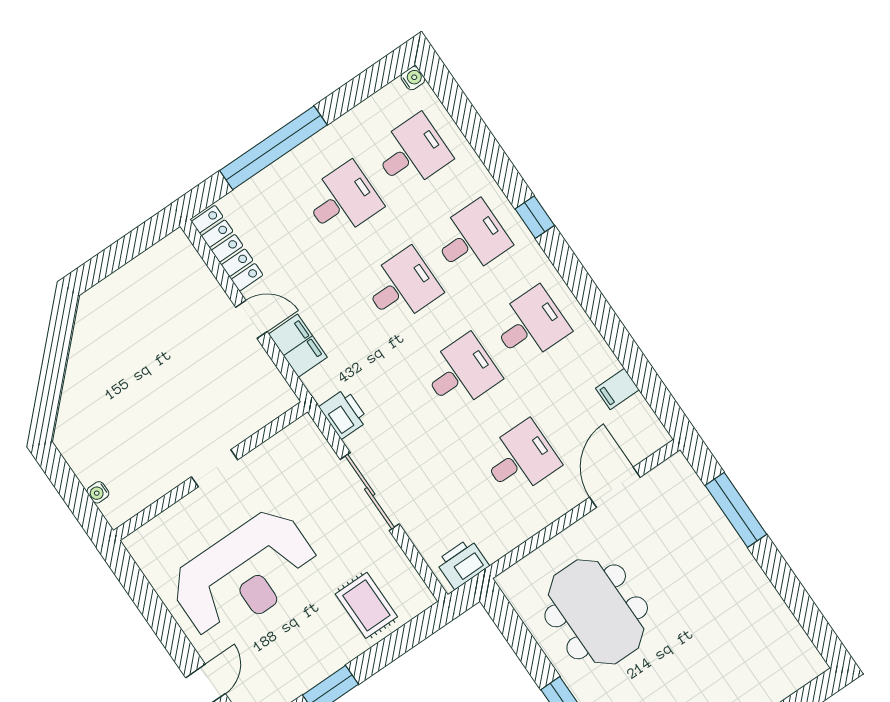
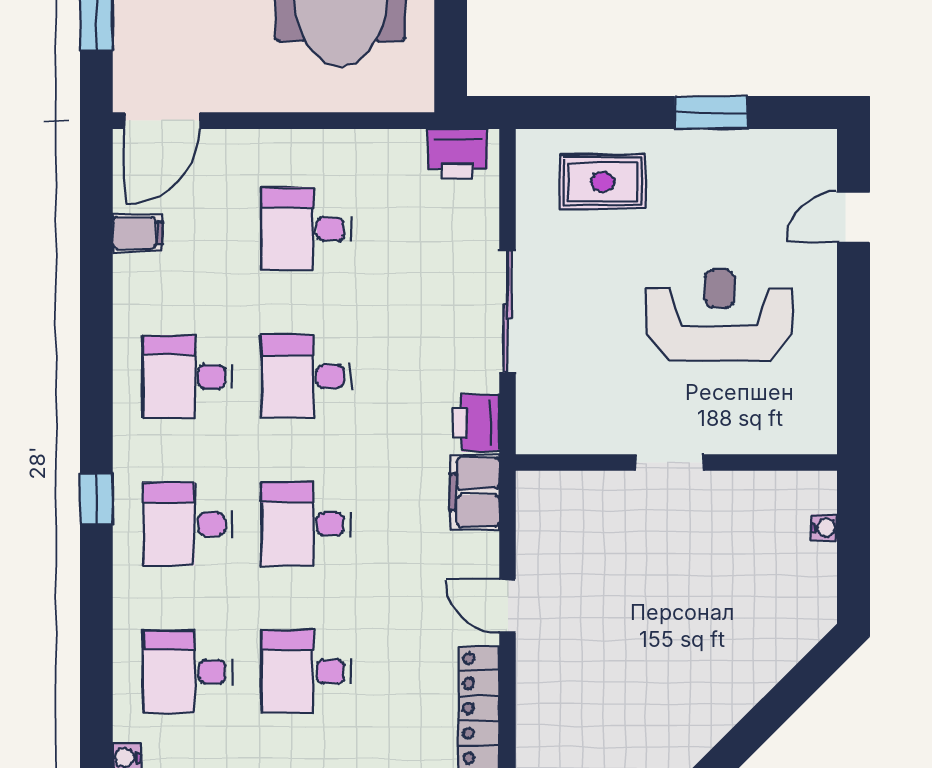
filing cabinet: (298, 346) -> (475, 492), moved
door: (615, 487) -> (162, 121), moved
reception desk: (244, 574) -> (719, 315), width x0.74, depth x0.77
rug: (366, 605) -> (602, 182), turned 90

